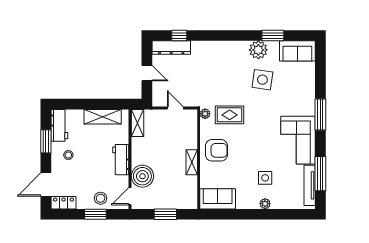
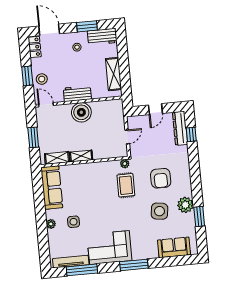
sofa: (297, 51) -> (174, 247), moved, turned 90
shelving: (137, 123) -> (57, 158), moved
armchair: (216, 150) -> (161, 178), moved
boiler: (142, 176) -> (81, 112), moved
sofa: (218, 199) -> (52, 188), width x1.36

